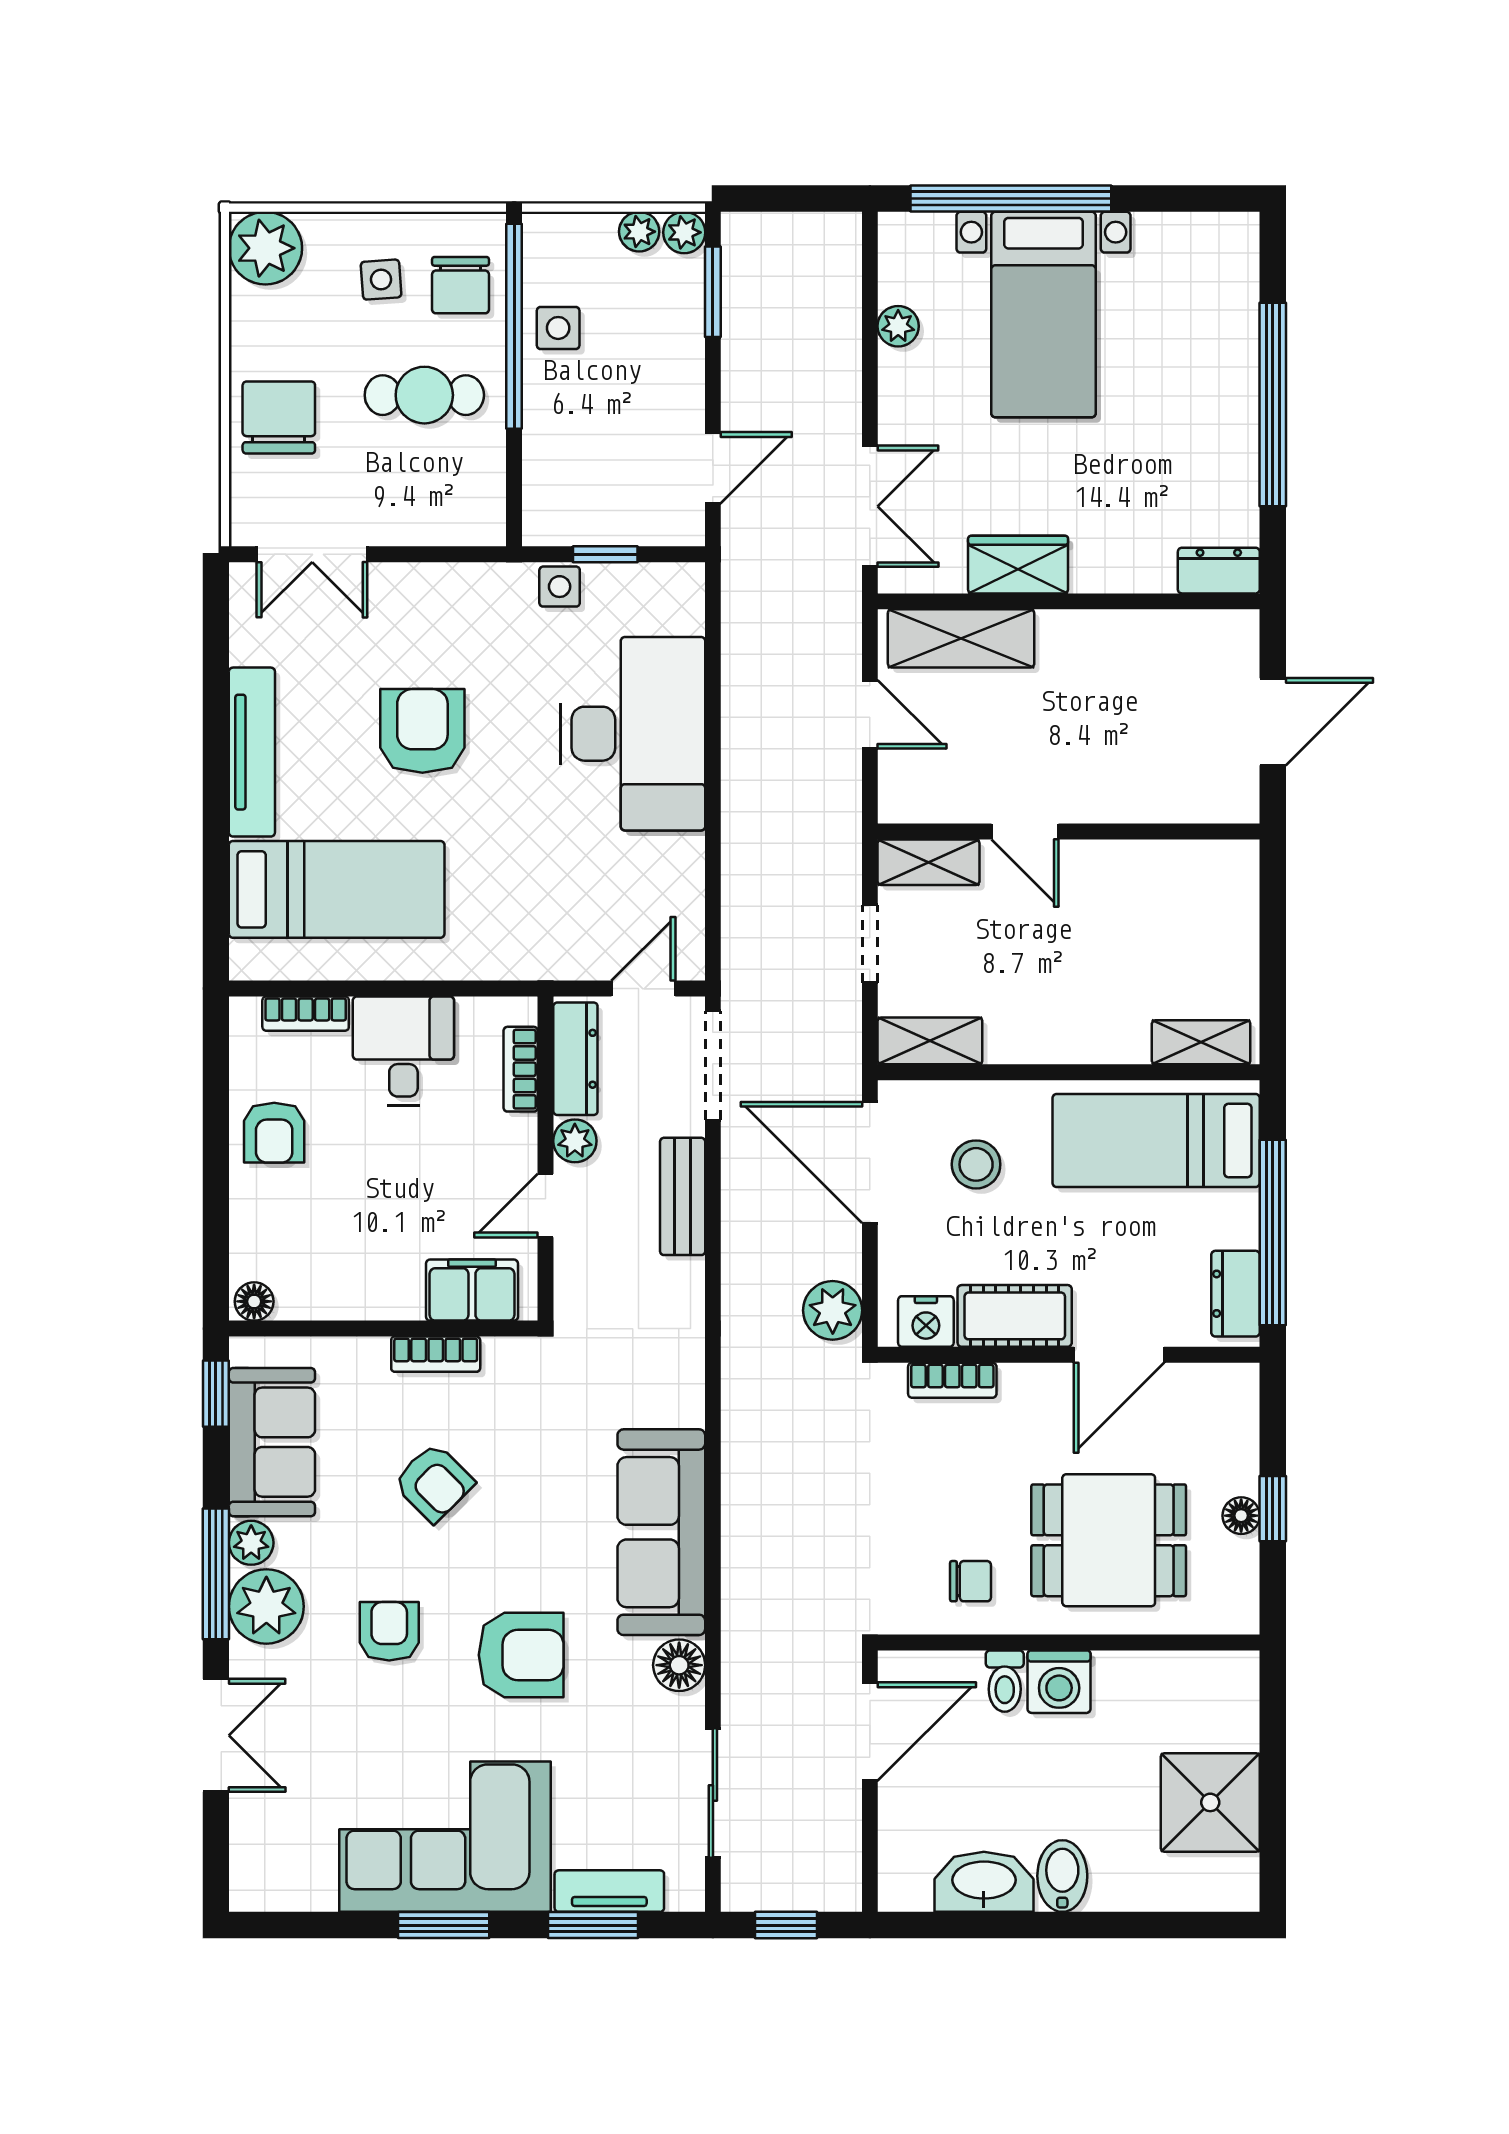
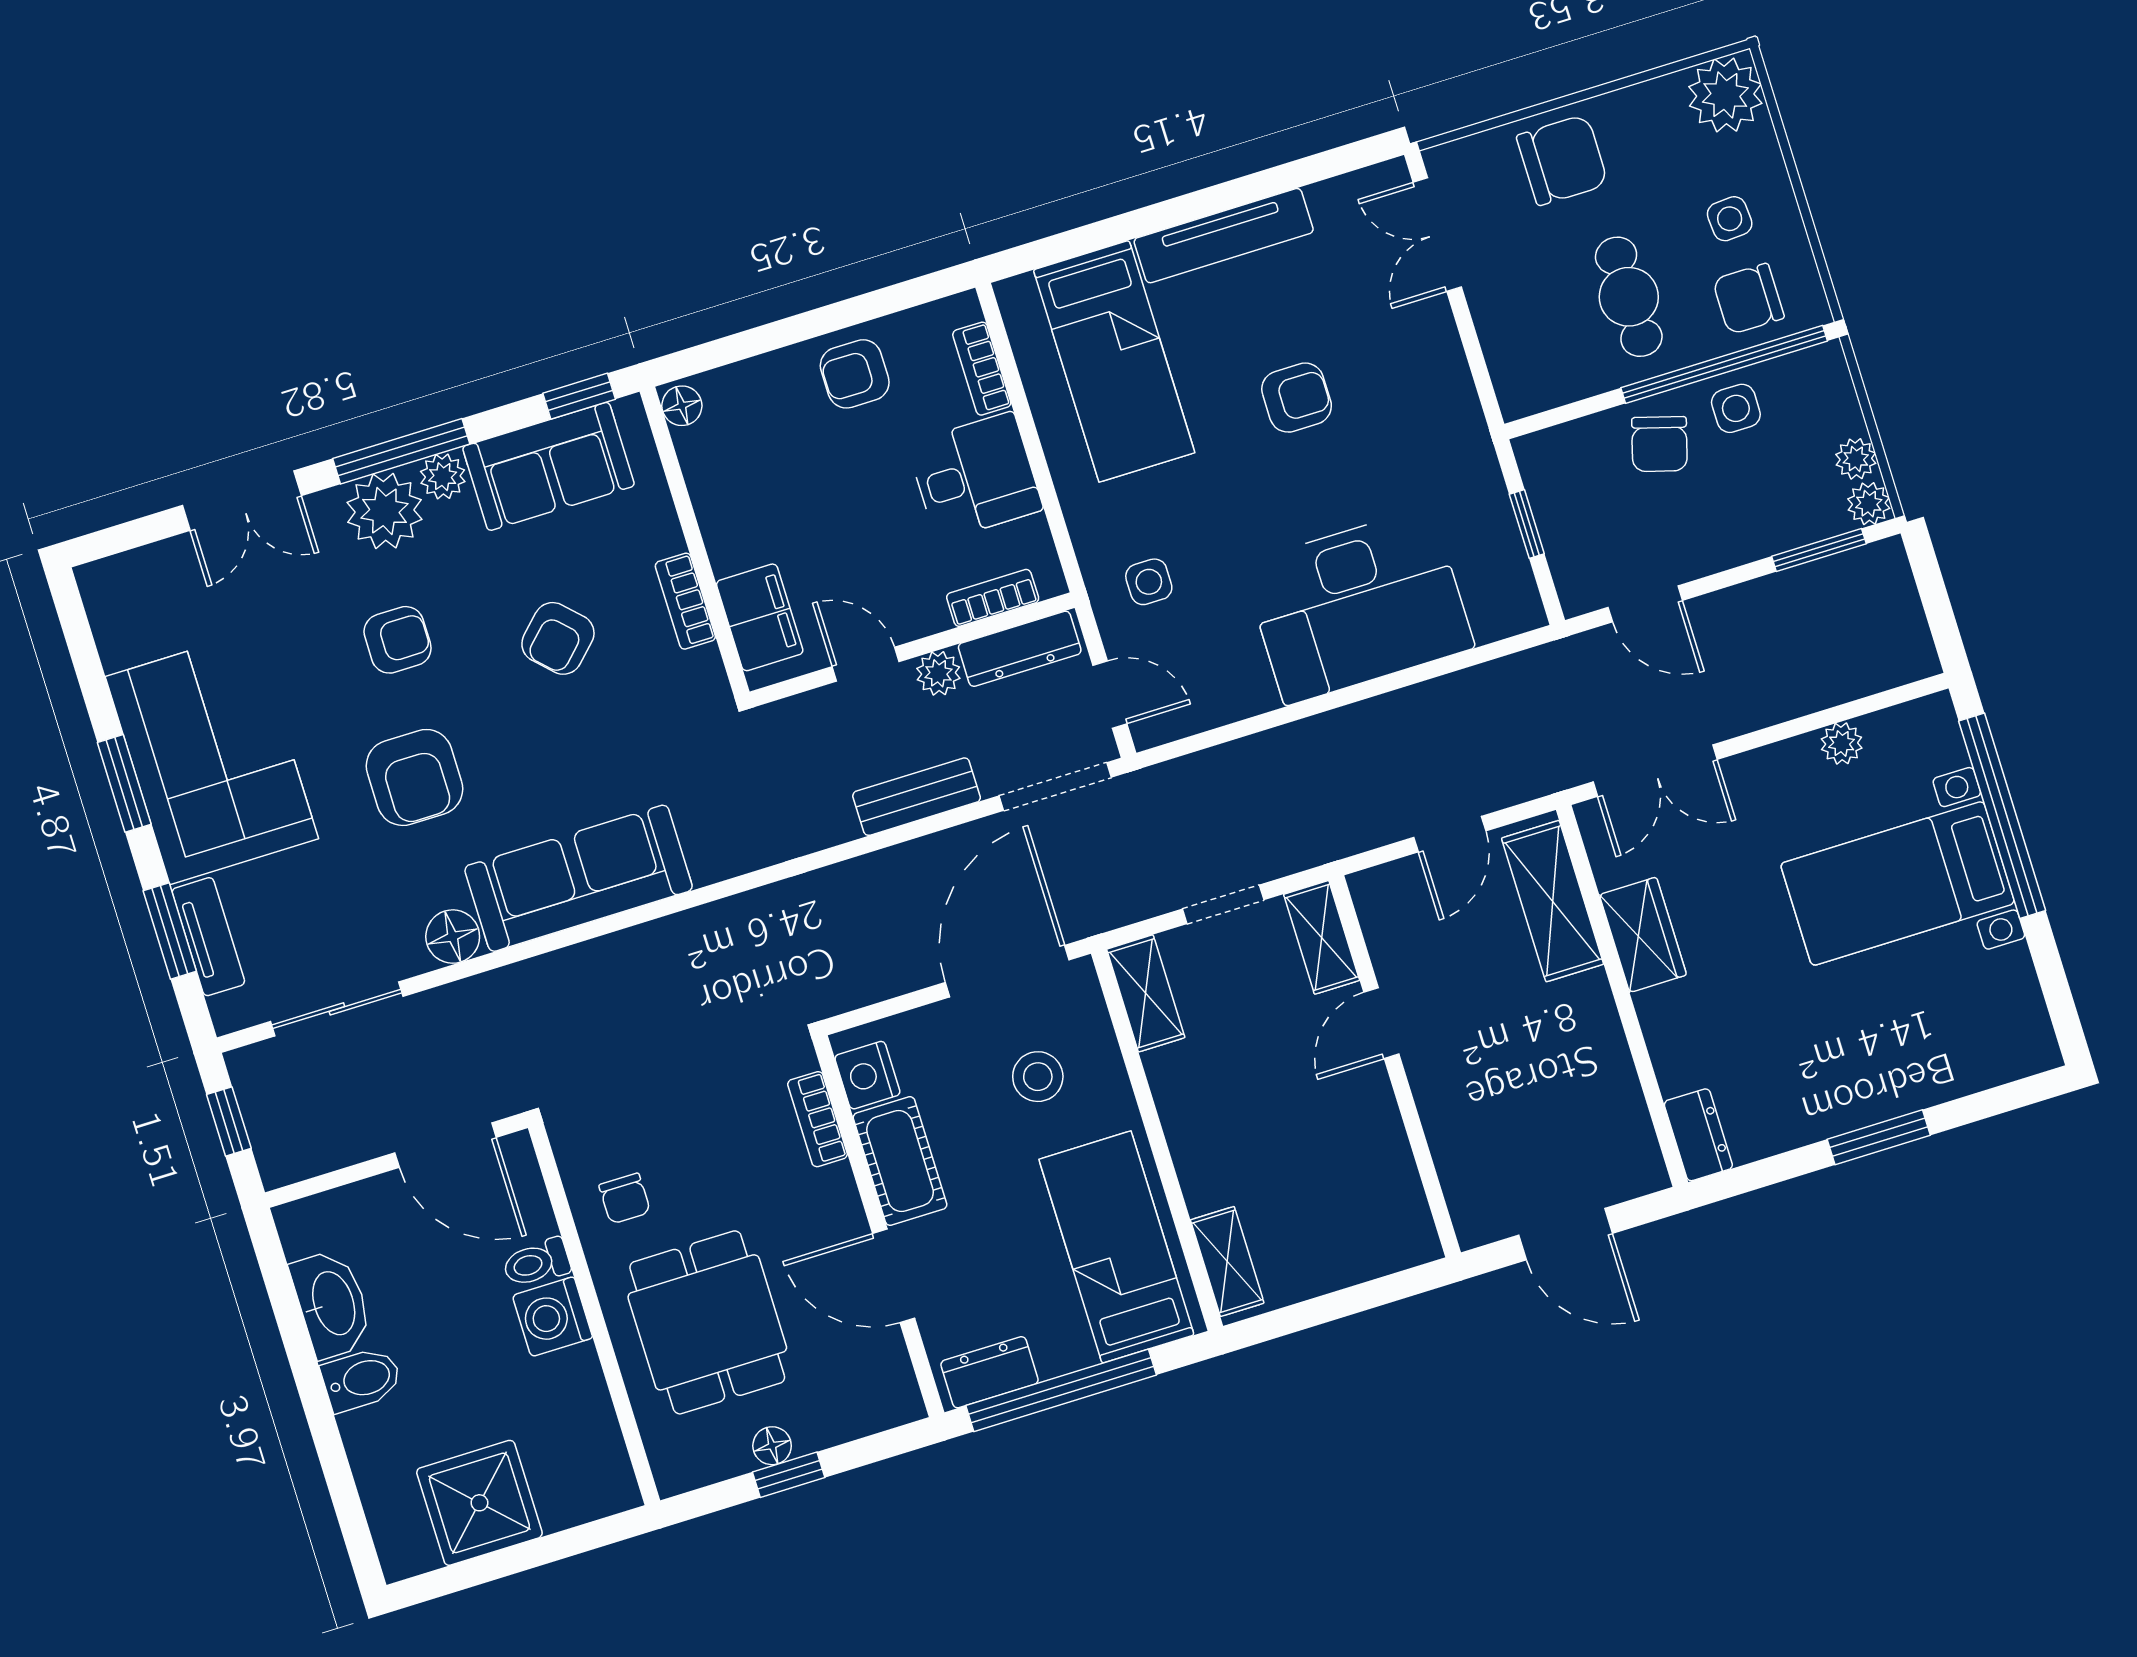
window: (1273, 404) -> (1879, 1137), width x0.47
chair: (569, 409) -> (1659, 444), added
side table: (560, 587) -> (1149, 582), moved
armchair: (422, 731) -> (1297, 398), width x0.72, depth x0.72
plant: (833, 1310) -> (850, 980), removed

